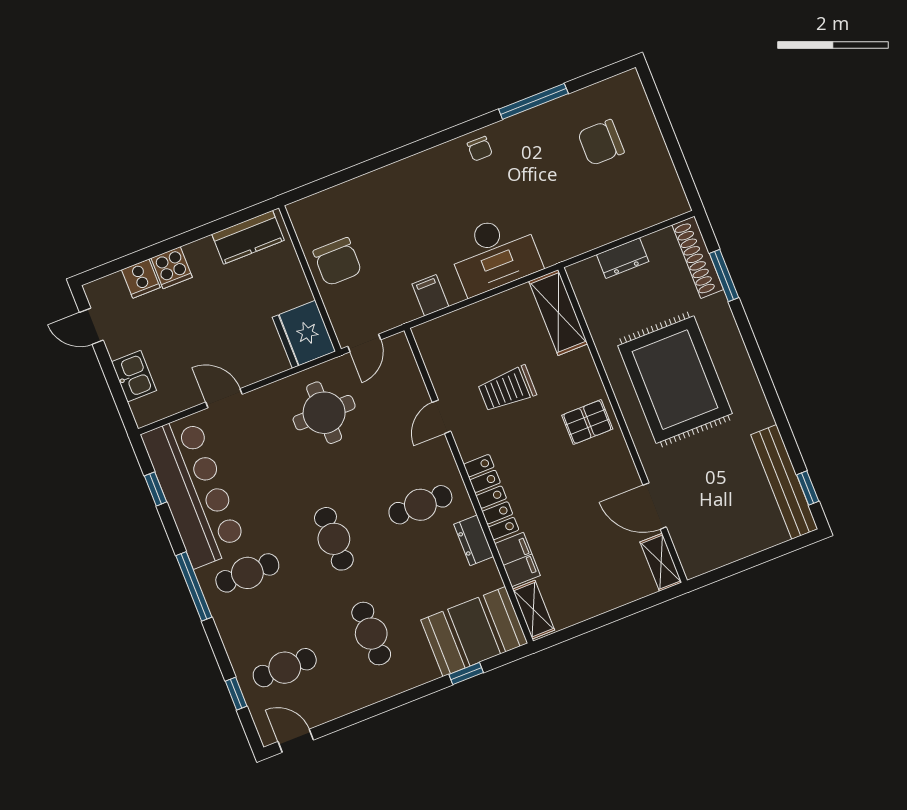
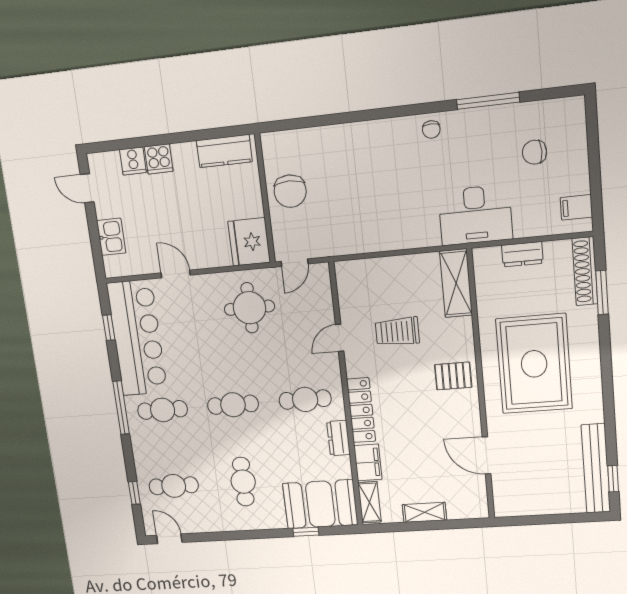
chair: (601, 143) -> (534, 152), width x0.73, depth x0.73
desk: (494, 254) -> (475, 215), moved
filing cabinet: (430, 295) -> (576, 207), moved, turned -90
cafe table: (334, 539) -> (233, 405), turned 90
shelving: (661, 562) -> (424, 512), moved, turned 90

